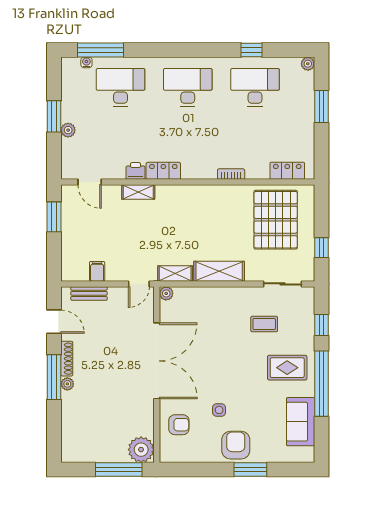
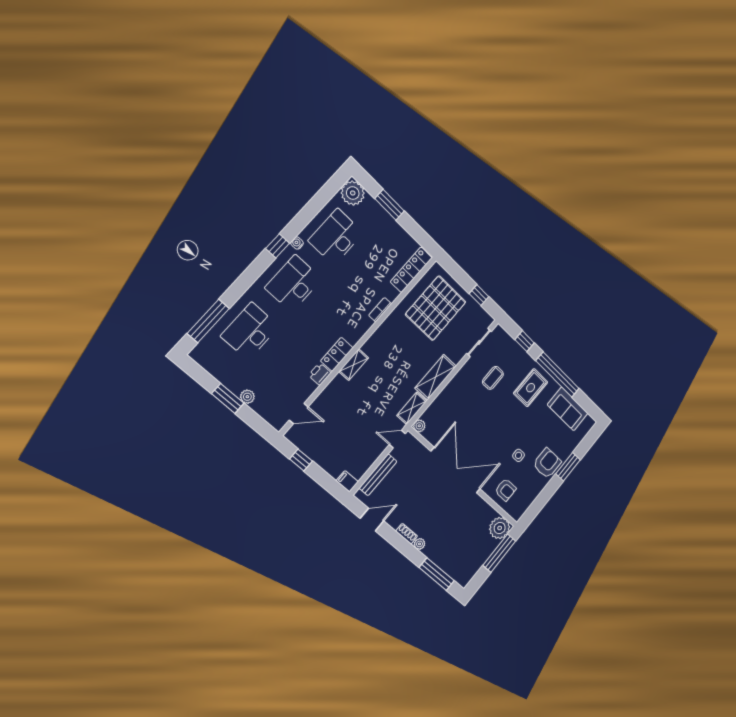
window: (251, 50) -> (278, 246), moved
water cooler: (86, 62) -> (297, 243), moved
plant: (308, 64) -> (353, 193), width x1.88, depth x1.88
locker: (287, 171) -> (411, 270), width x1.53
shelving: (138, 192) -> (354, 365), moved
window: (54, 217) -> (301, 460), width x0.67
pallet: (276, 220) -> (436, 308), turned 90
filing cabinet: (97, 271) -> (347, 481), moved
door: (139, 284) -> (397, 439), swing flipped
bench: (89, 293) -> (378, 475), width x1.36
shoe rack: (67, 359) -> (407, 534), width x0.70
window: (54, 377) -> (437, 574), moved
armchair: (179, 425) -> (506, 490), turned 90
armchair: (236, 445) -> (547, 463), turned 90

